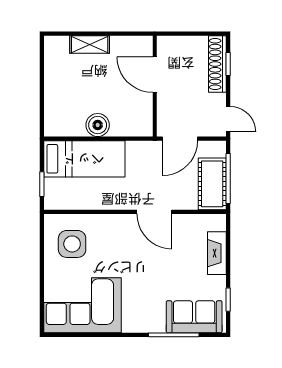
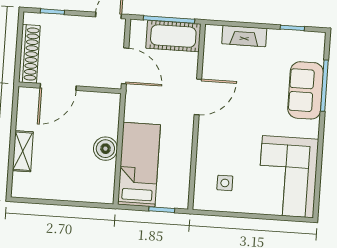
shoe rack: (217, 64) -> (29, 54), moved, turned -90
side table: (72, 244) -> (225, 183), width x0.54, depth x0.54
sofa: (194, 317) -> (306, 90), moved

